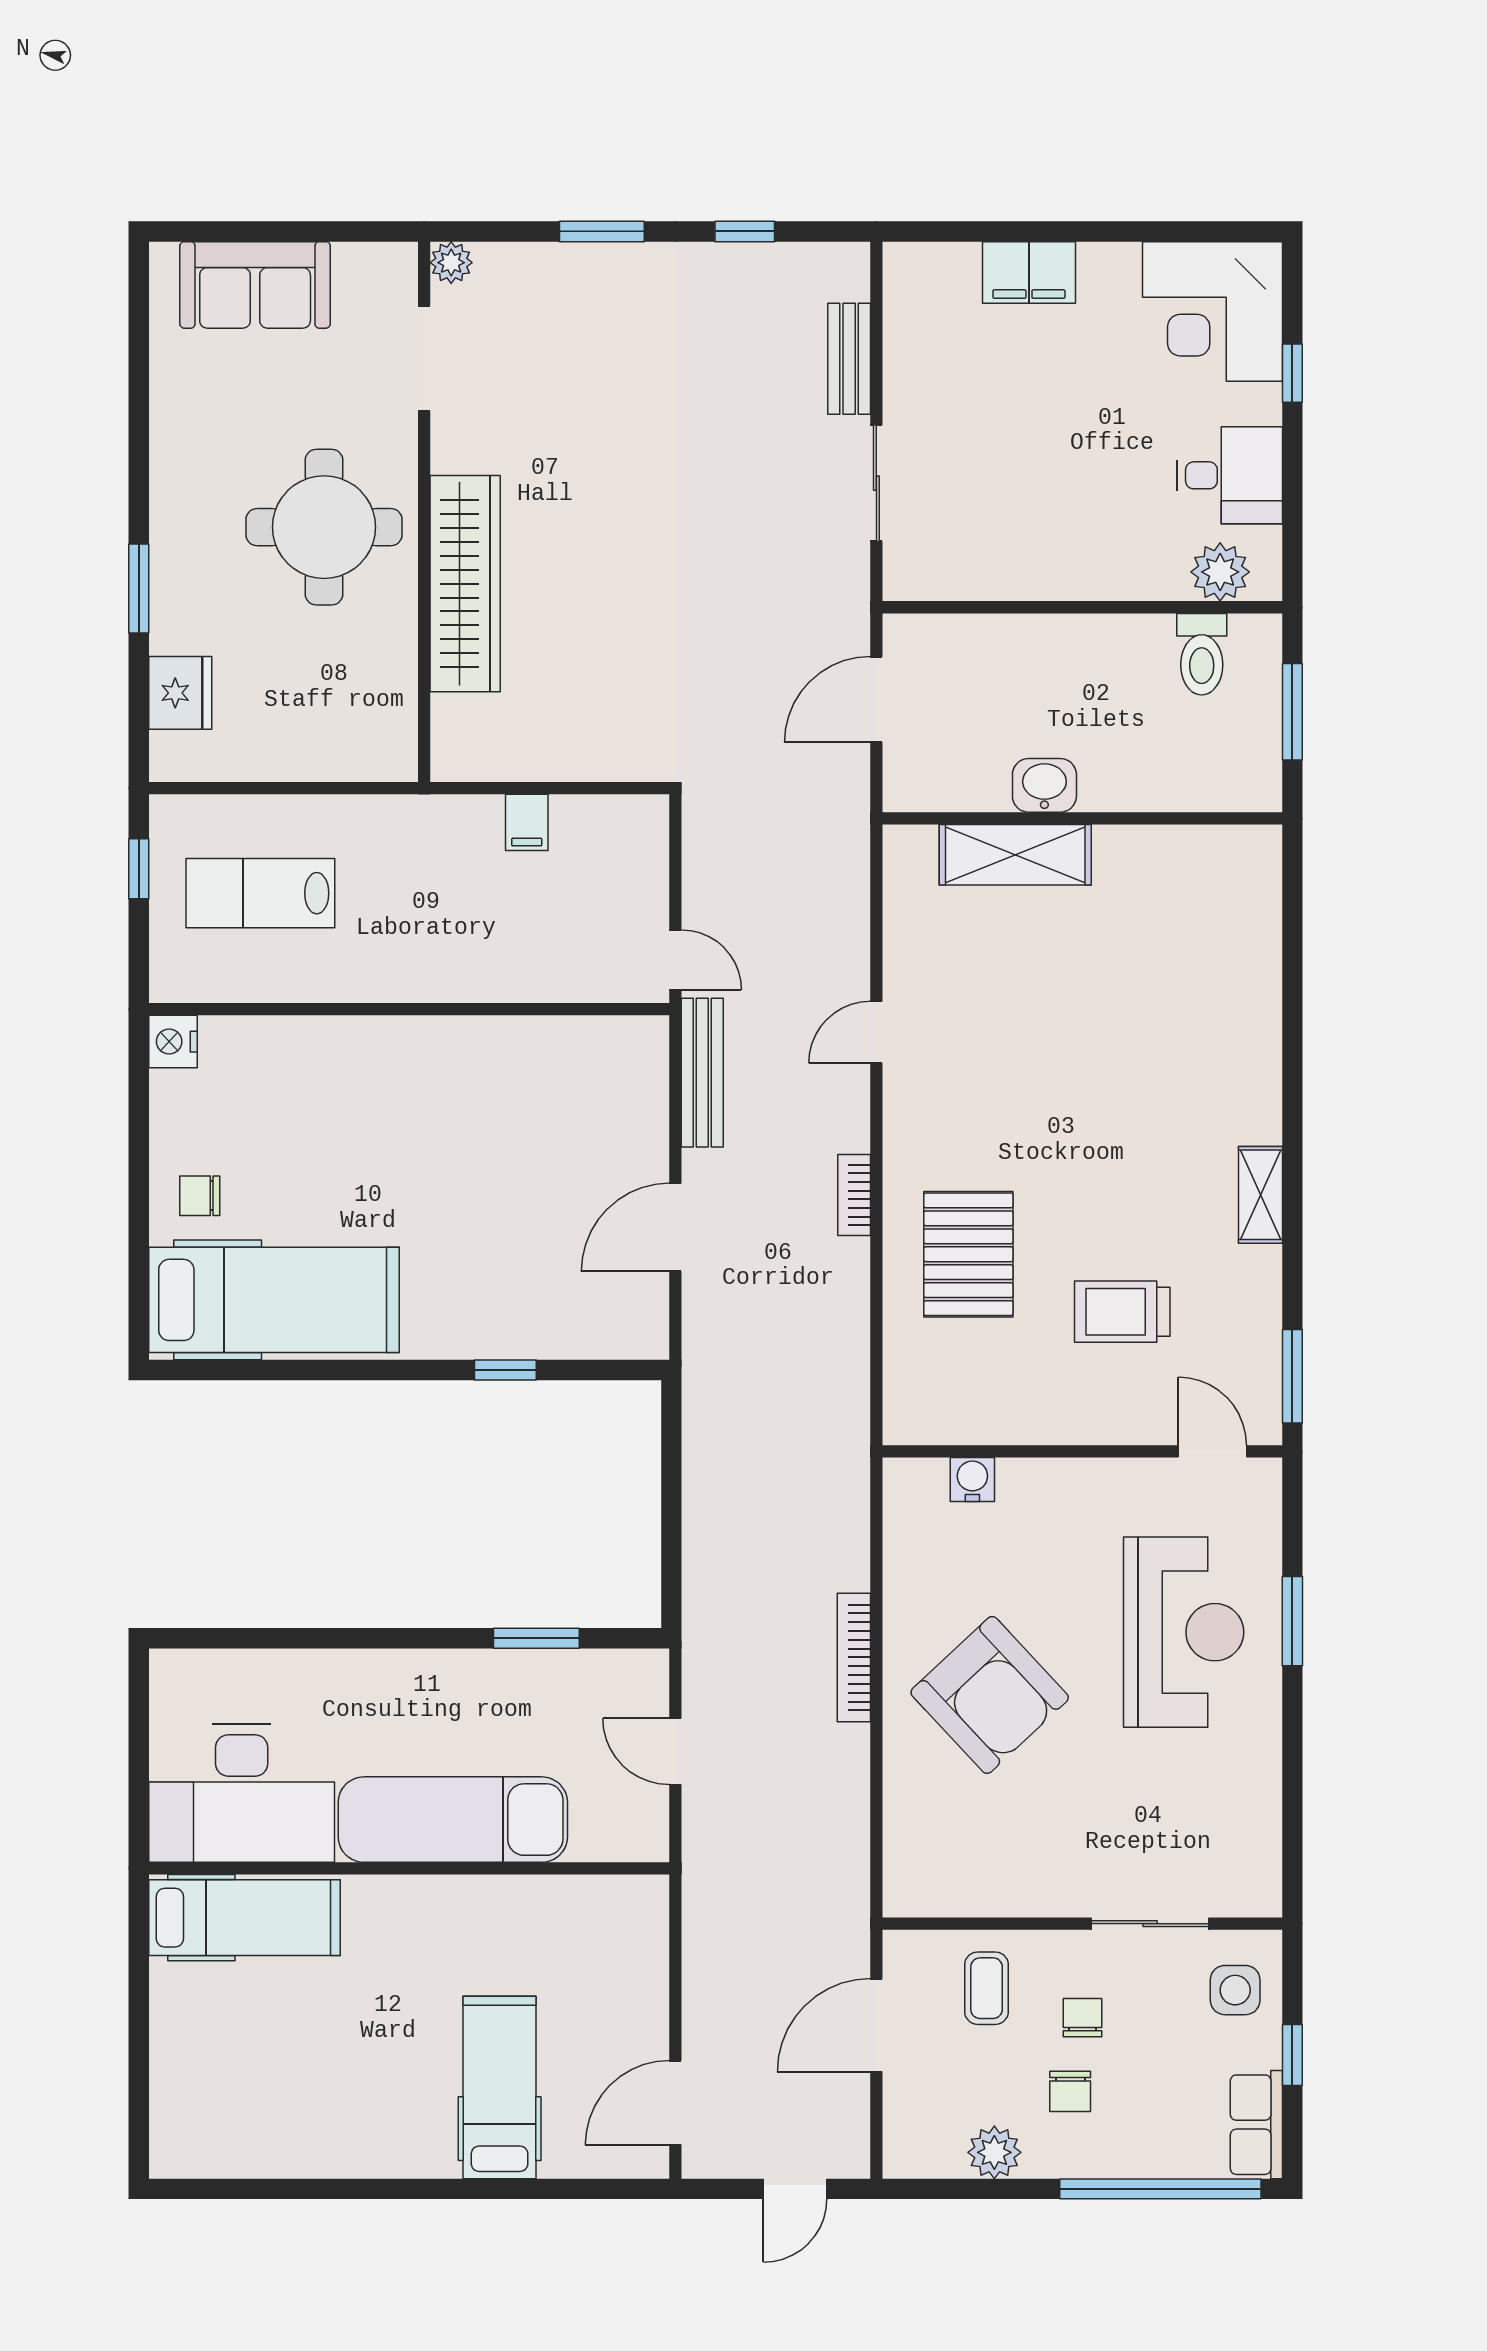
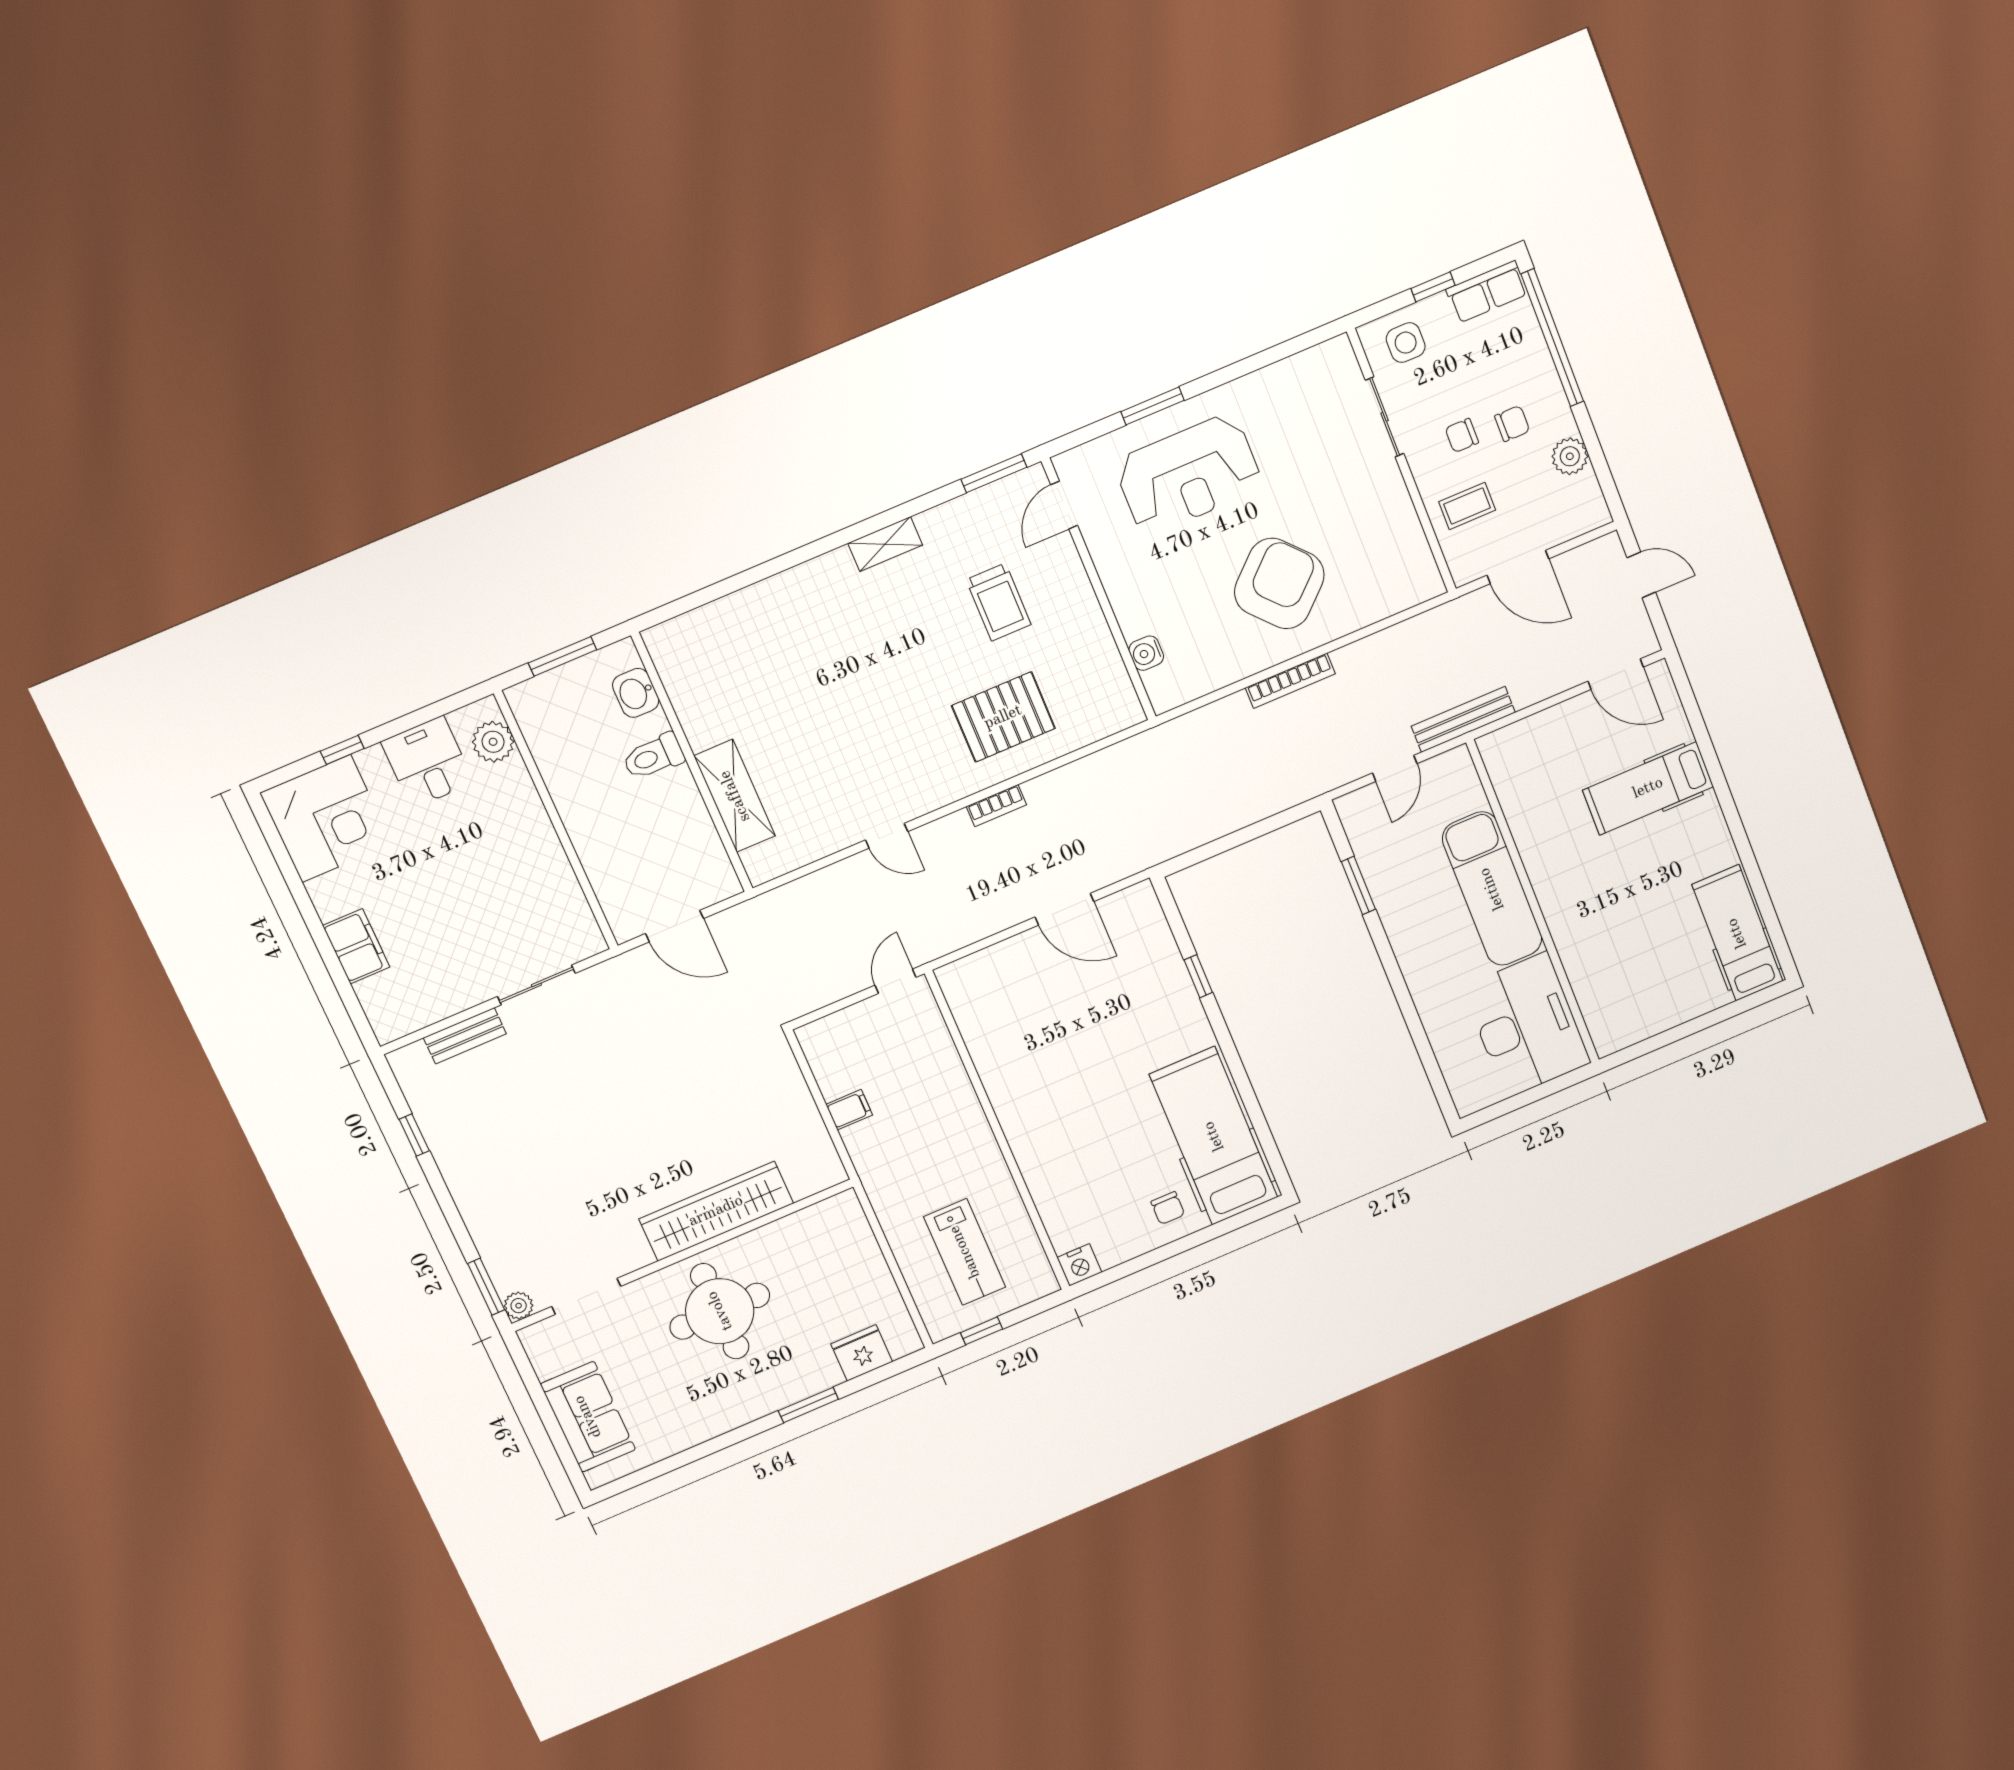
window: (602, 231) -> (486, 1287), moved
toilet: (1202, 654) -> (653, 757), moved, turned 180
washbasin: (1044, 785) -> (636, 693), moved
bench: (702, 1073) -> (1463, 719), moved
reception desk: (1184, 1632) -> (1188, 474), turned 180
hospital bed: (245, 1918) -> (1737, 933), moved

